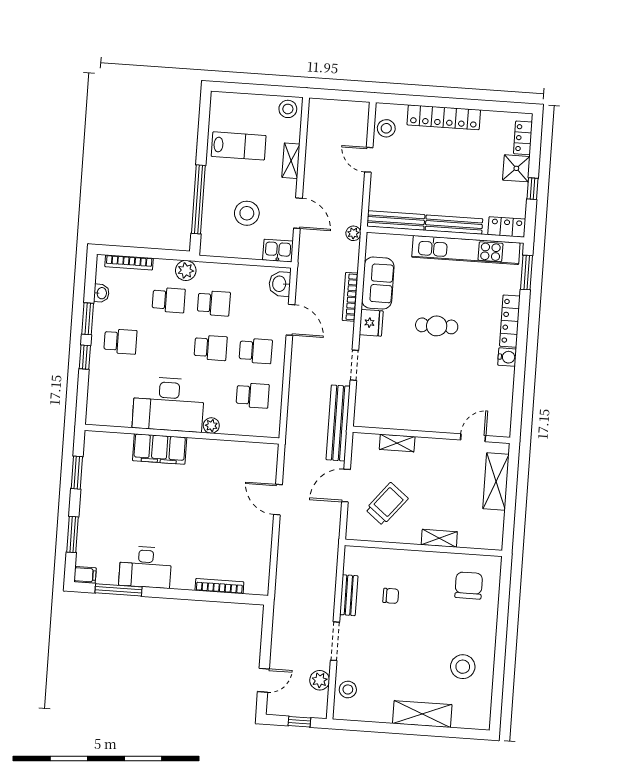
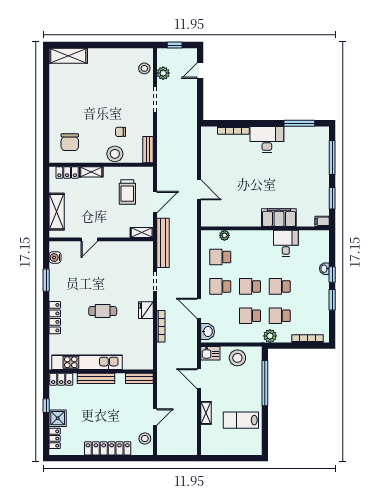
stool: (288, 109) -> (210, 447), removed
door: (369, 160) -> (155, 417), hinge flipped
stool: (247, 213) -> (237, 358), moved
bench: (396, 220) -> (139, 378), width x0.73
plant: (353, 233) -> (162, 368), removed
window: (527, 273) -> (46, 280), moved
sofa: (378, 283) -> (143, 337), removed
washbasin: (101, 293) -> (324, 269), moved
school desk: (120, 341) -> (280, 286), moved
water cooler: (507, 357) -> (55, 258), moved
desk: (168, 404) -> (286, 243), width x0.53, depth x0.77
plant: (211, 426) -> (224, 235), moved
door: (473, 438) -> (89, 239), moved
shelving: (397, 443) -> (142, 232), moved
trolley: (387, 504) -> (127, 192), turned -39
window: (73, 534) -> (332, 158), width x1.44
locker: (476, 540) -> (67, 173), added
desk: (145, 567) -> (267, 139), moved
filing cabinet: (85, 575) -> (322, 221), moved
bench: (349, 595) -> (148, 150), moved
stool: (463, 667) -> (115, 154), moved
shelving: (422, 714) -> (68, 56), moved

